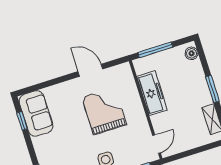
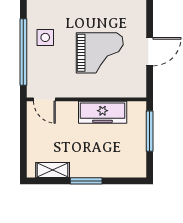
boiler: (192, 53) -> (133, 170), removed

